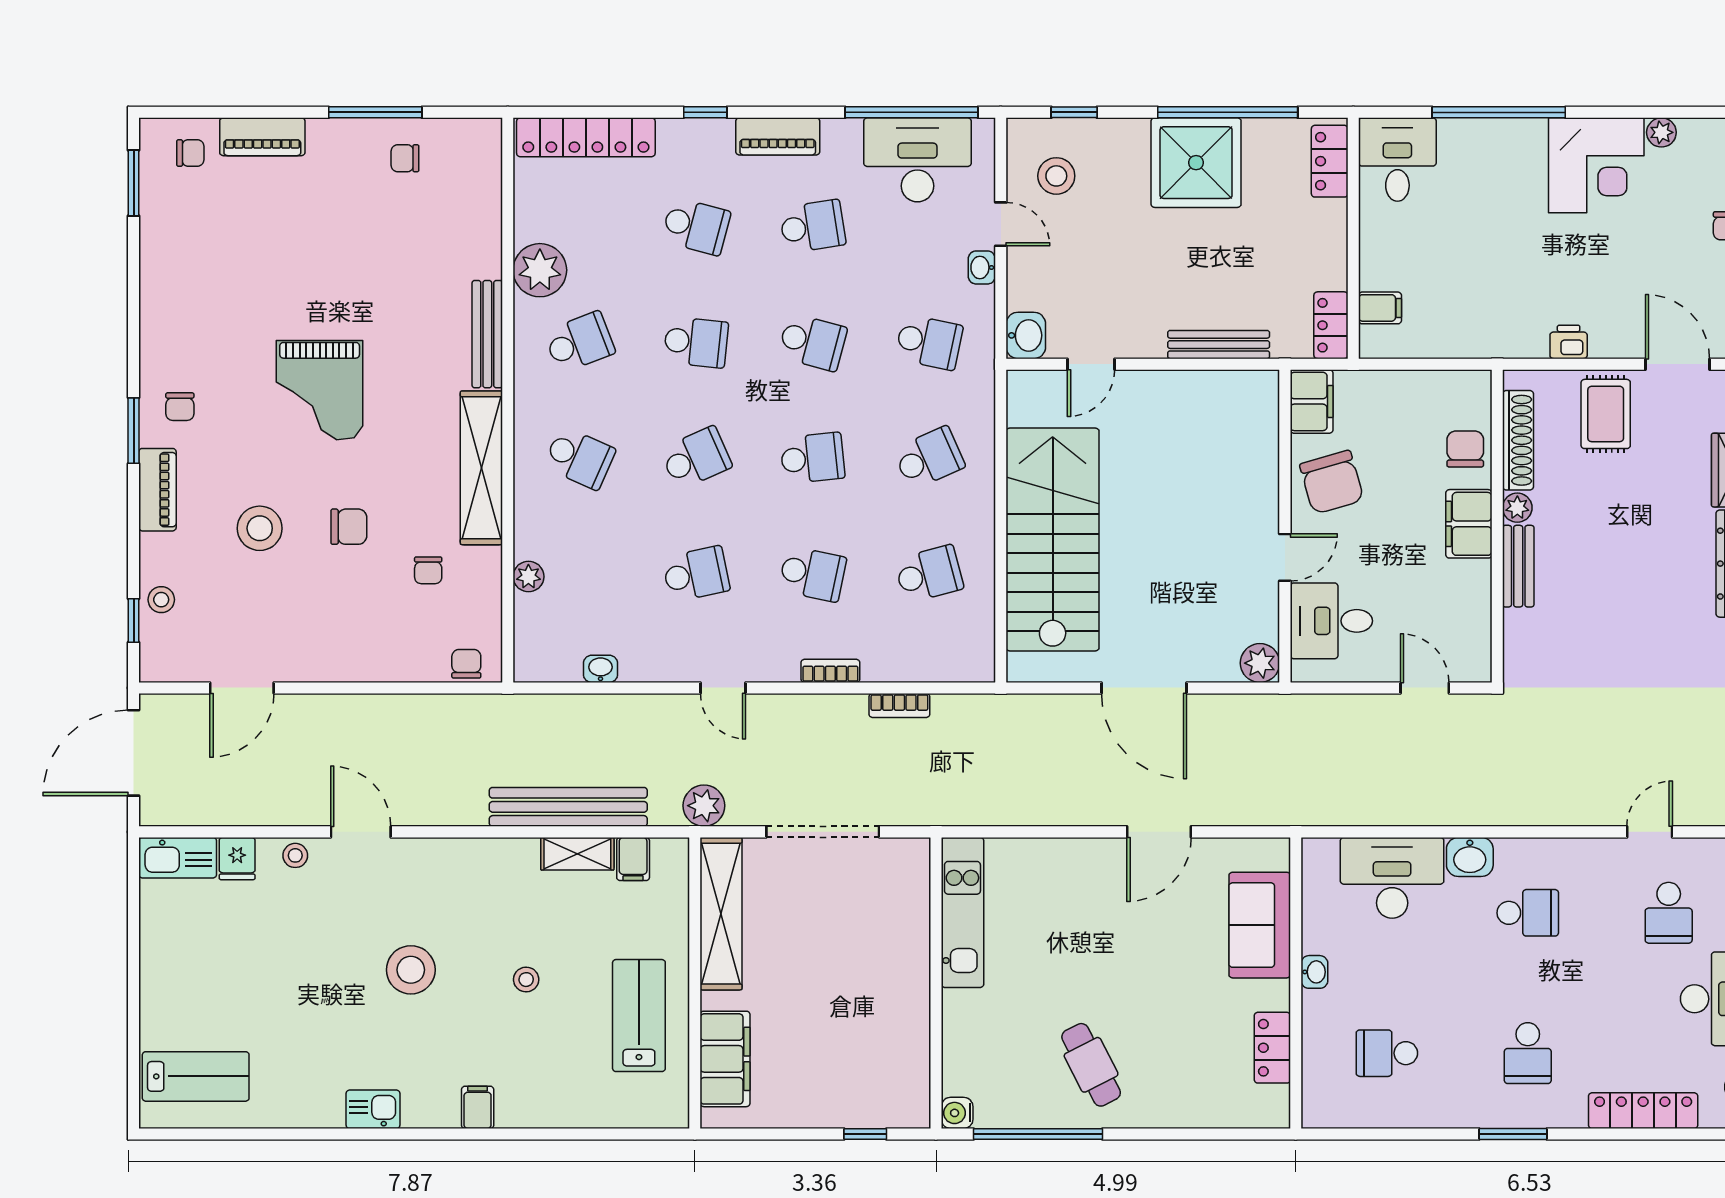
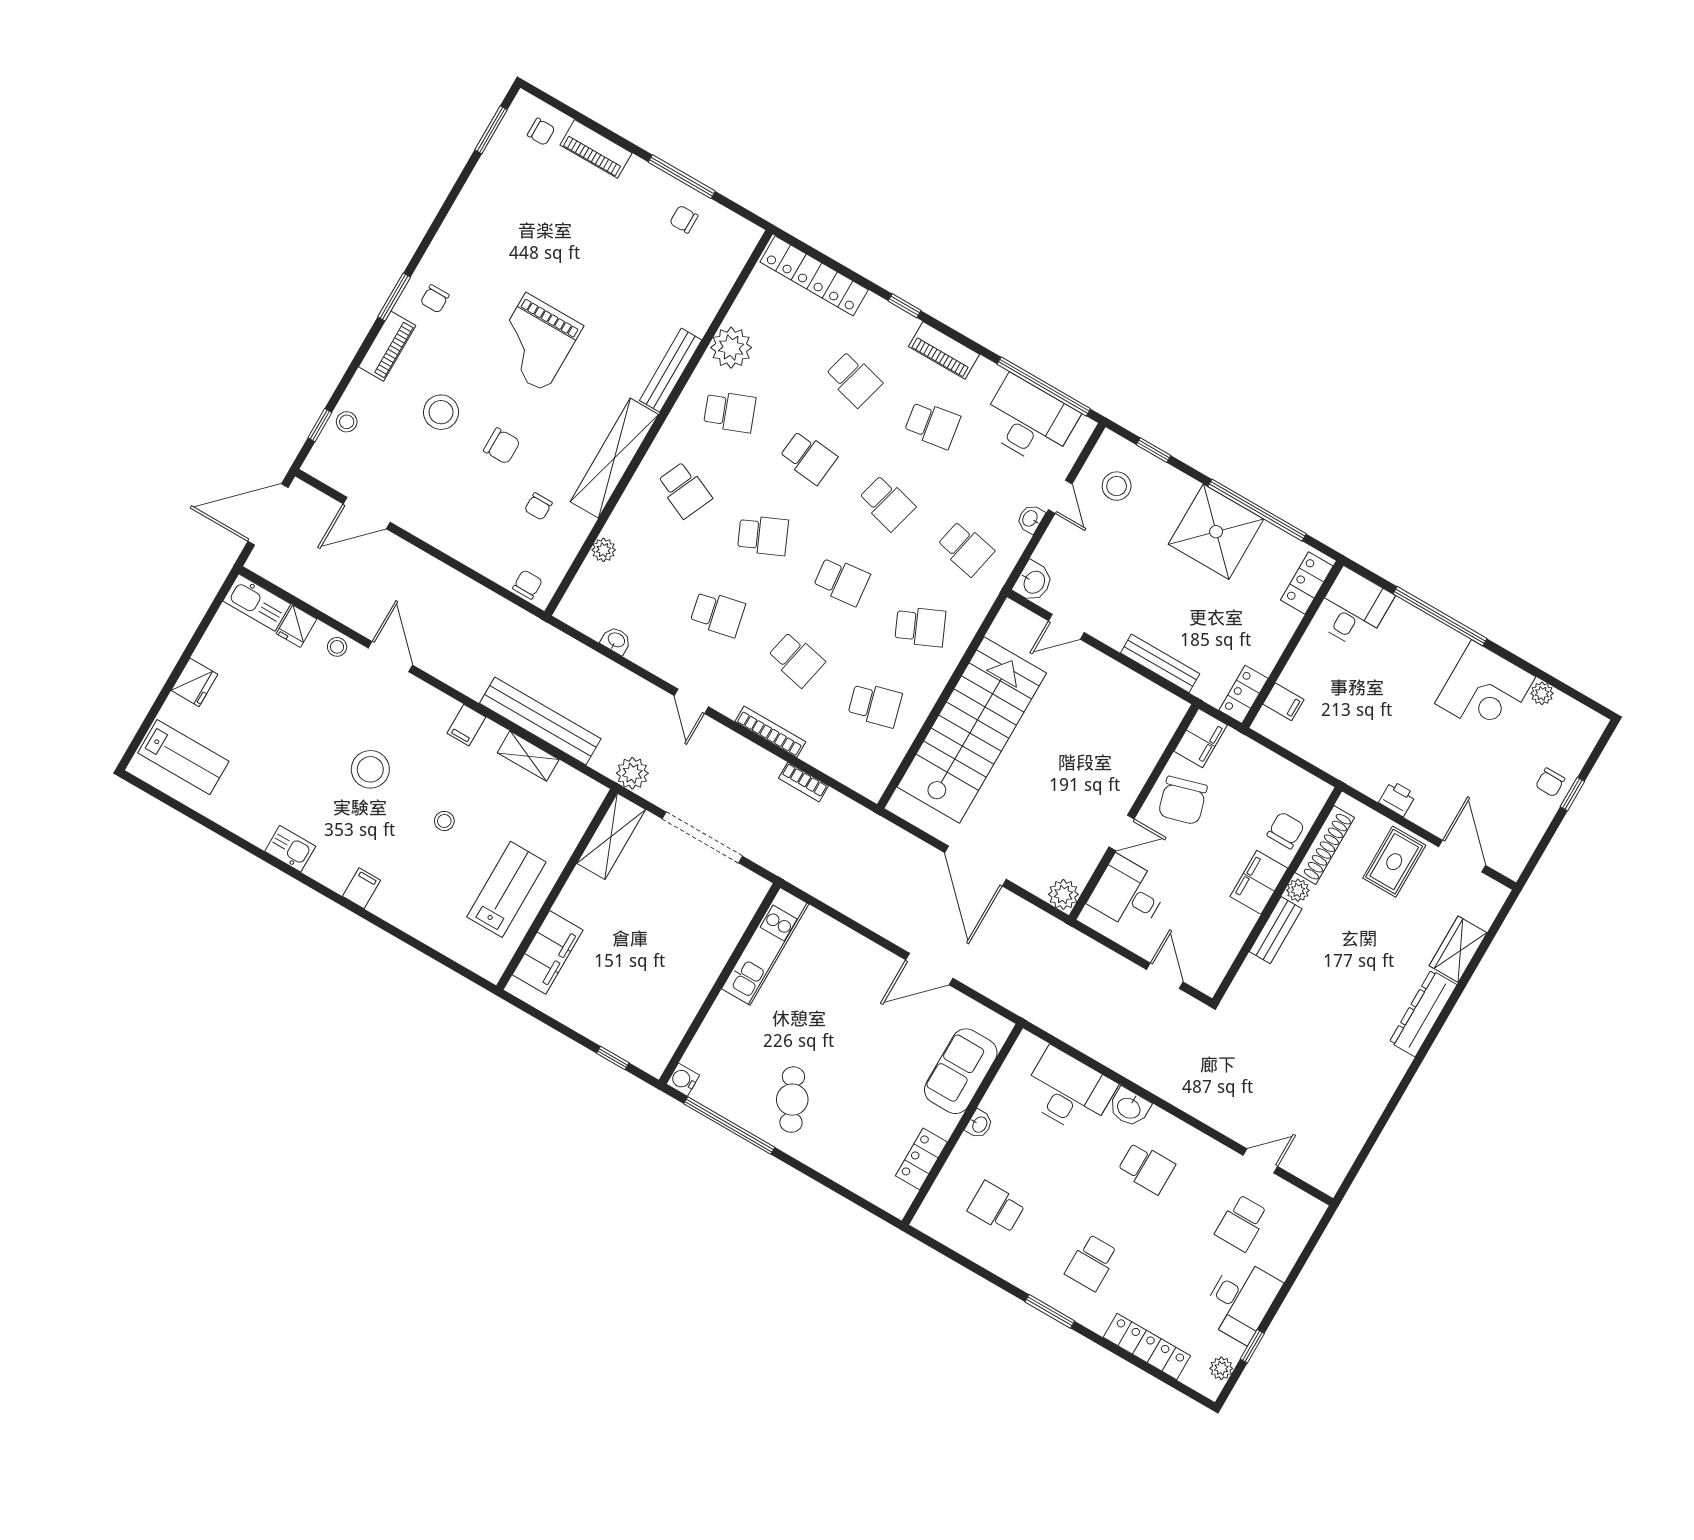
bookcase: (830, 671) -> (770, 732), width x1.56
filing cabinet: (633, 859) -> (466, 725), moved
shelving: (721, 914) -> (611, 836), width x0.68
fridge: (160, 986) -> (194, 682), added

